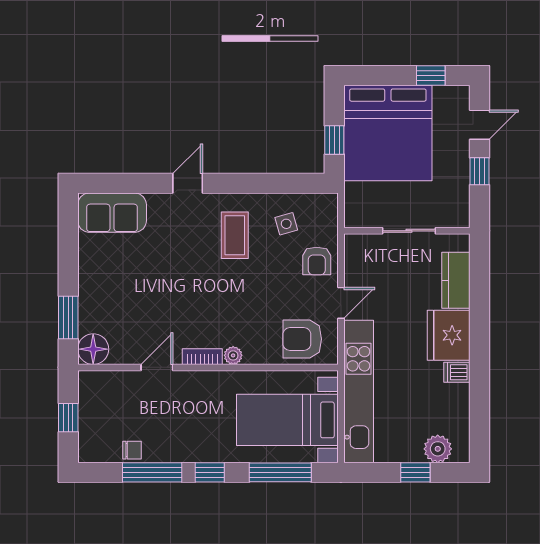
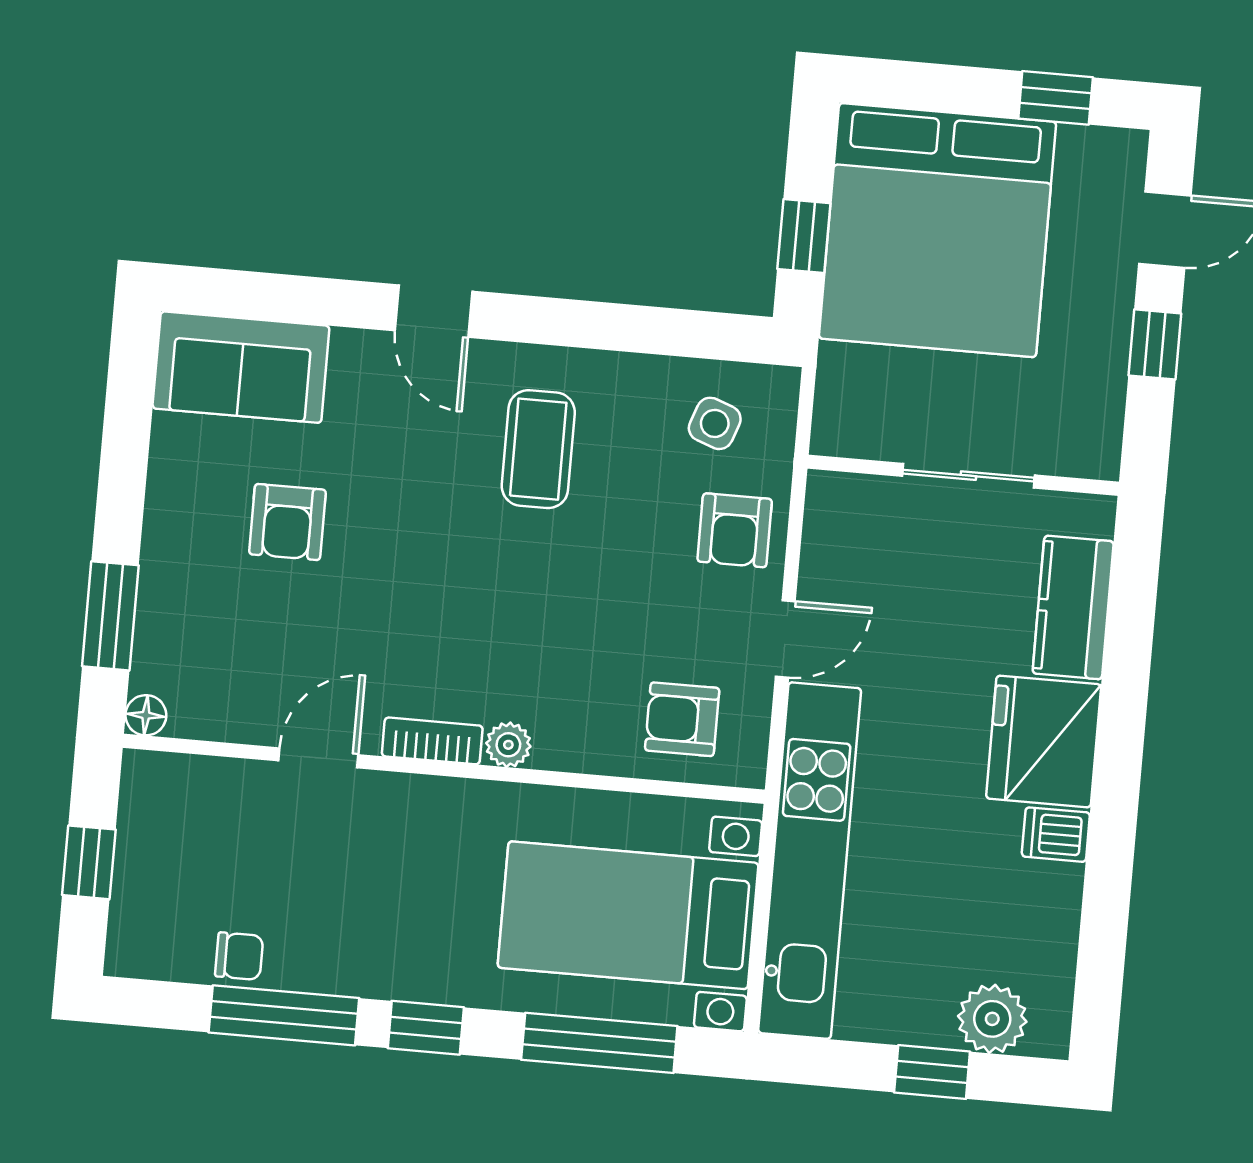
door: (188, 183) -> (434, 311), swing flipped
side table: (286, 224) -> (715, 423), moved, turned 36
armchair: (136, 273) -> (287, 522), added
armchair: (302, 339) -> (682, 719), width x0.72, depth x0.72
floor lamp: (93, 349) -> (146, 715), width x0.53, depth x0.53

